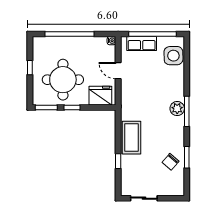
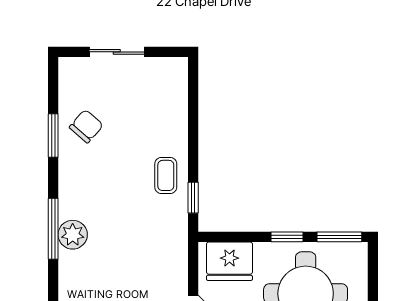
coffee table: (132, 138) -> (166, 175), width x0.54, depth x0.58
window: (118, 161) -> (193, 198), moved
sliding door: (144, 198) -> (117, 52), moved

